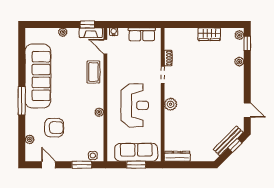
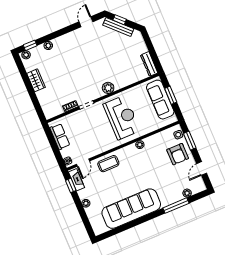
window: (22, 101) -> (176, 206), moved
reception desk: (135, 105) -> (122, 117), turned 90
armchair: (54, 128) -> (178, 154), moved, turned 180

